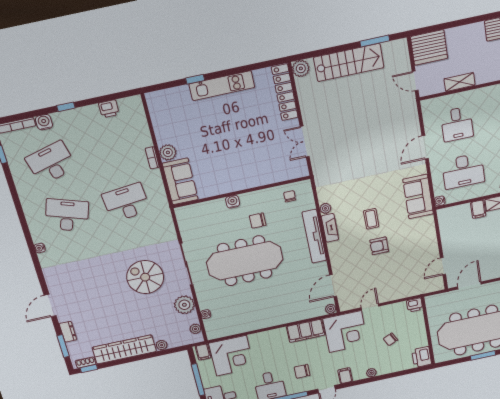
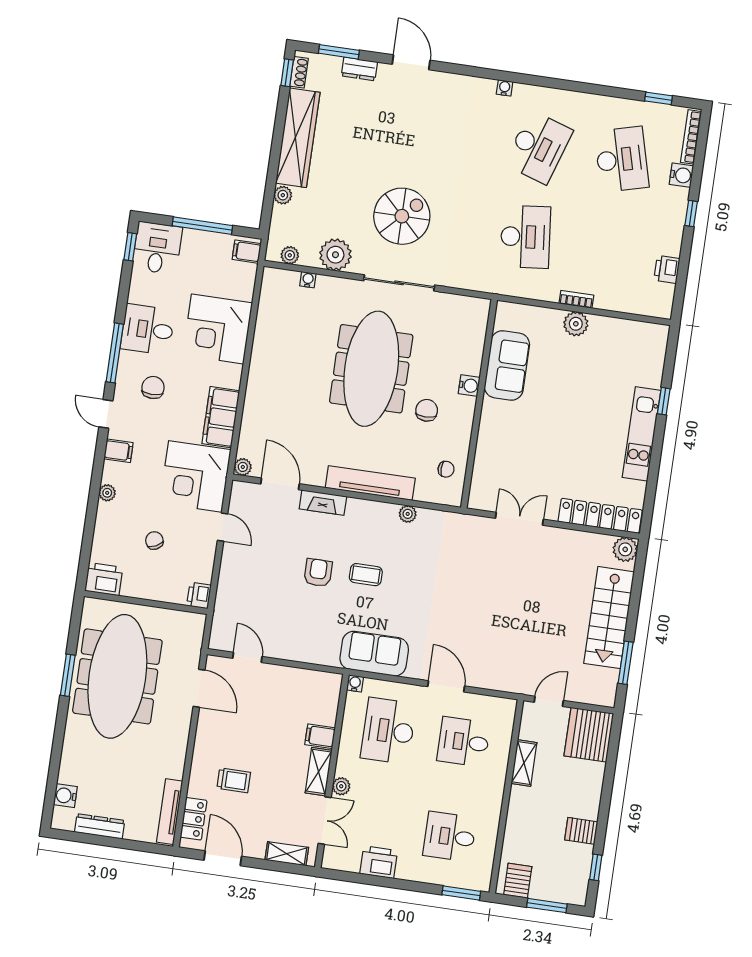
sofa: (180, 181) -> (507, 365), moved, turned -90
fireplace: (330, 228) -> (323, 503), moved
corner desk: (231, 356) -> (218, 329), moved

